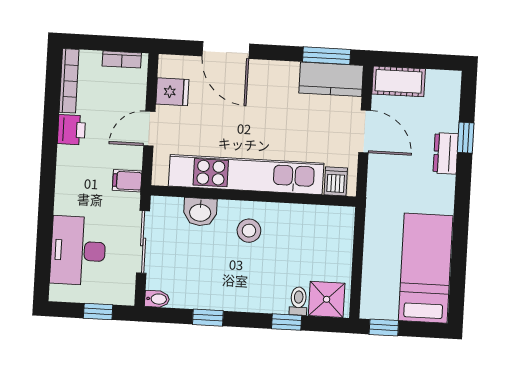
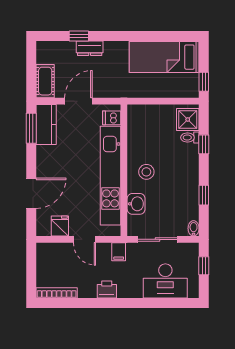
bookcase: (122, 59) -> (41, 260), removed
printer: (71, 130) -> (107, 290), moved

